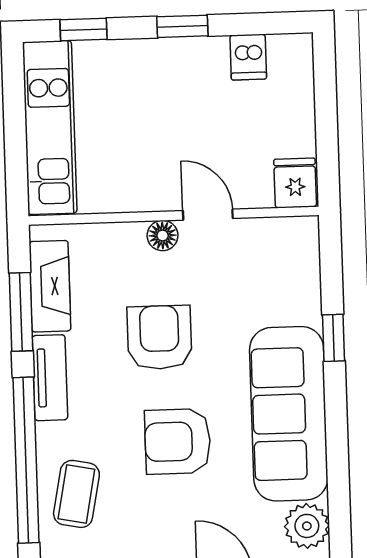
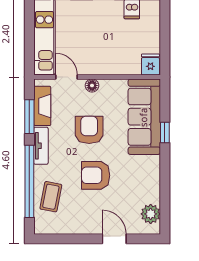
door: (208, 215) -> (67, 77), moved
sofa: (289, 414) -> (144, 117), moved

